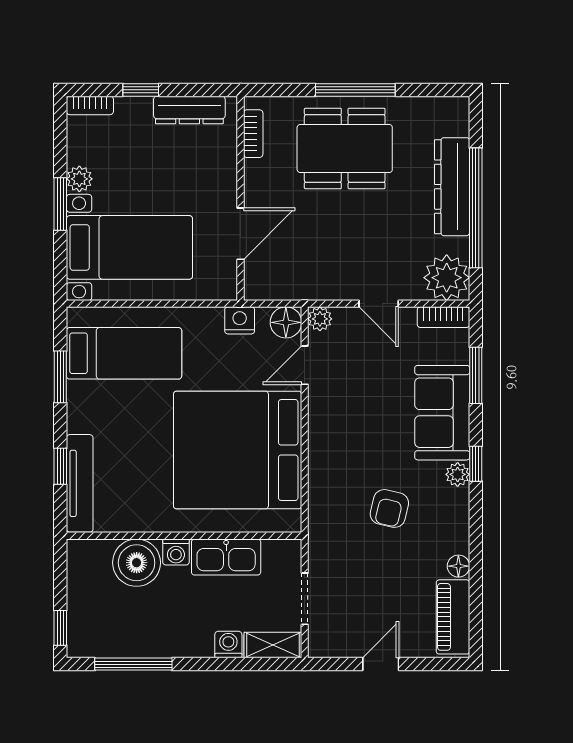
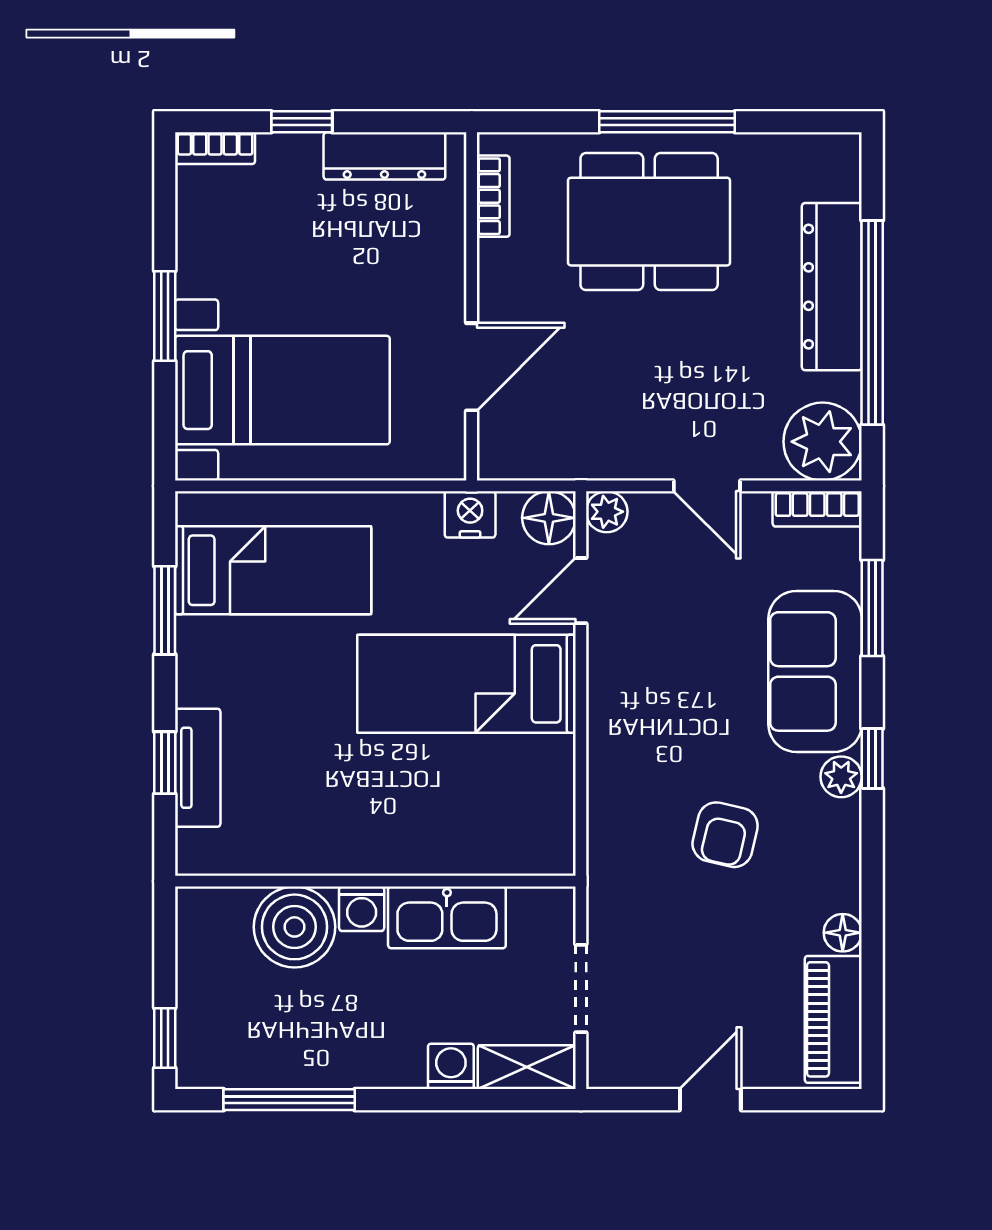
plant: (79, 179) -> (197, 273), removed
bed: (238, 450) -> (467, 684), width x0.49
tv unit: (80, 483) -> (198, 768), width x0.71

